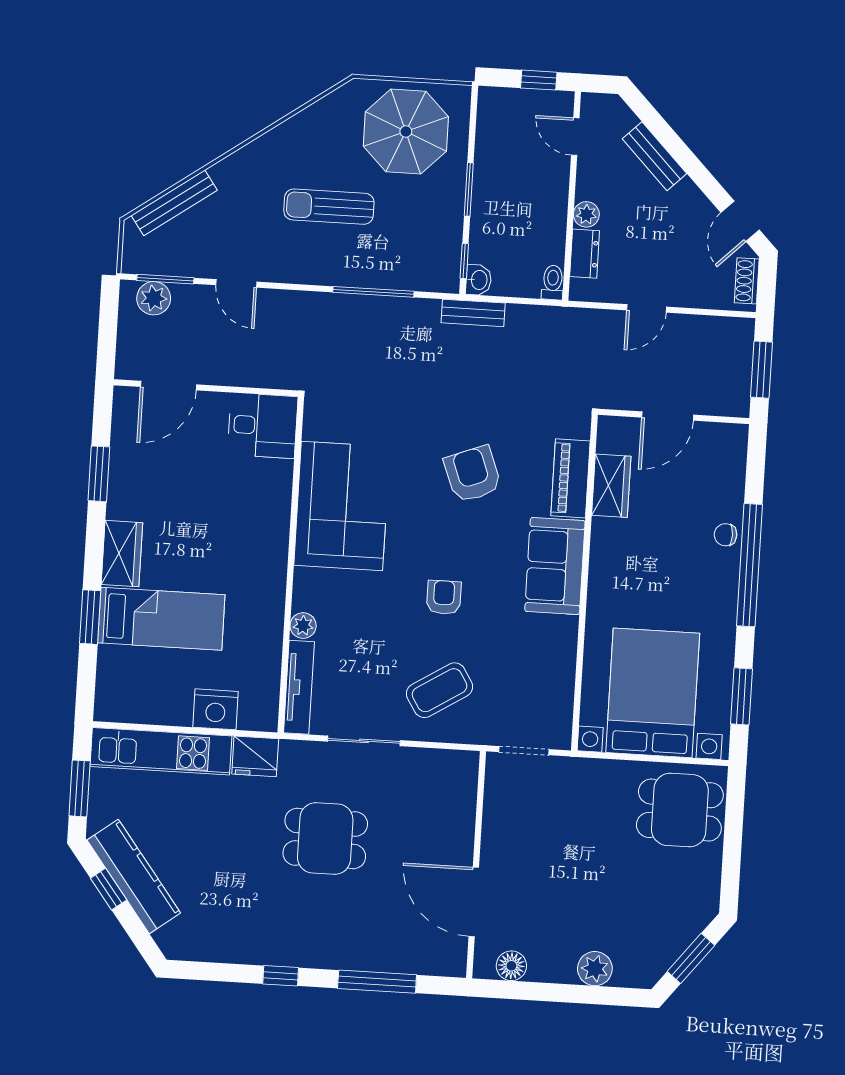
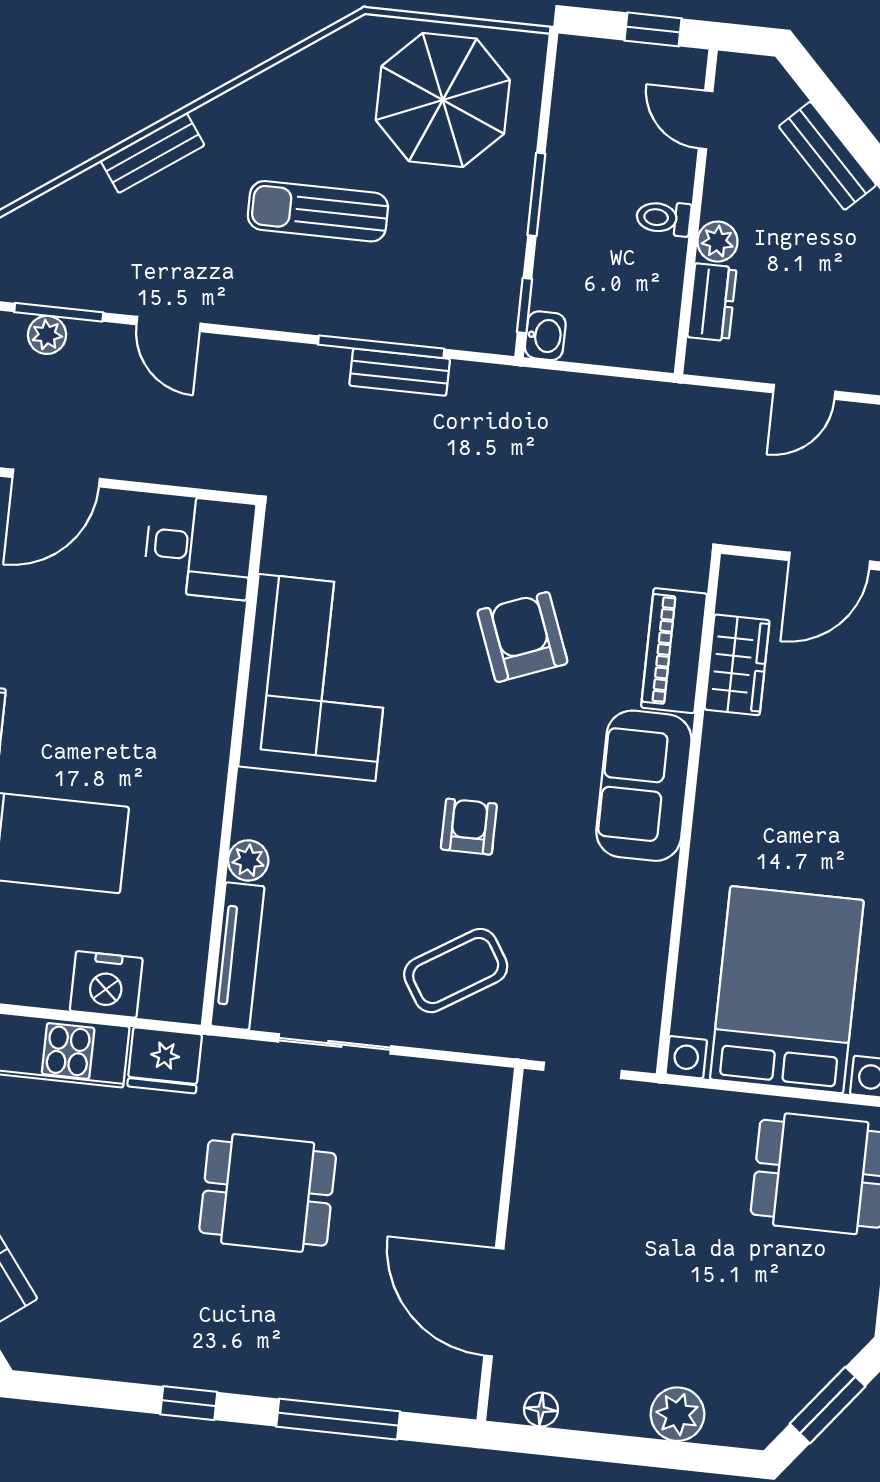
bench: (174, 203) -> (152, 153), moved, width x0.73
toilet: (553, 282) -> (664, 218), moved, turned -90
plant: (154, 298) -> (47, 335), width x0.73, depth x0.73
bench: (473, 313) -> (400, 372), moved
floor lamp: (511, 966) -> (541, 1409), width x0.73, depth x0.73

